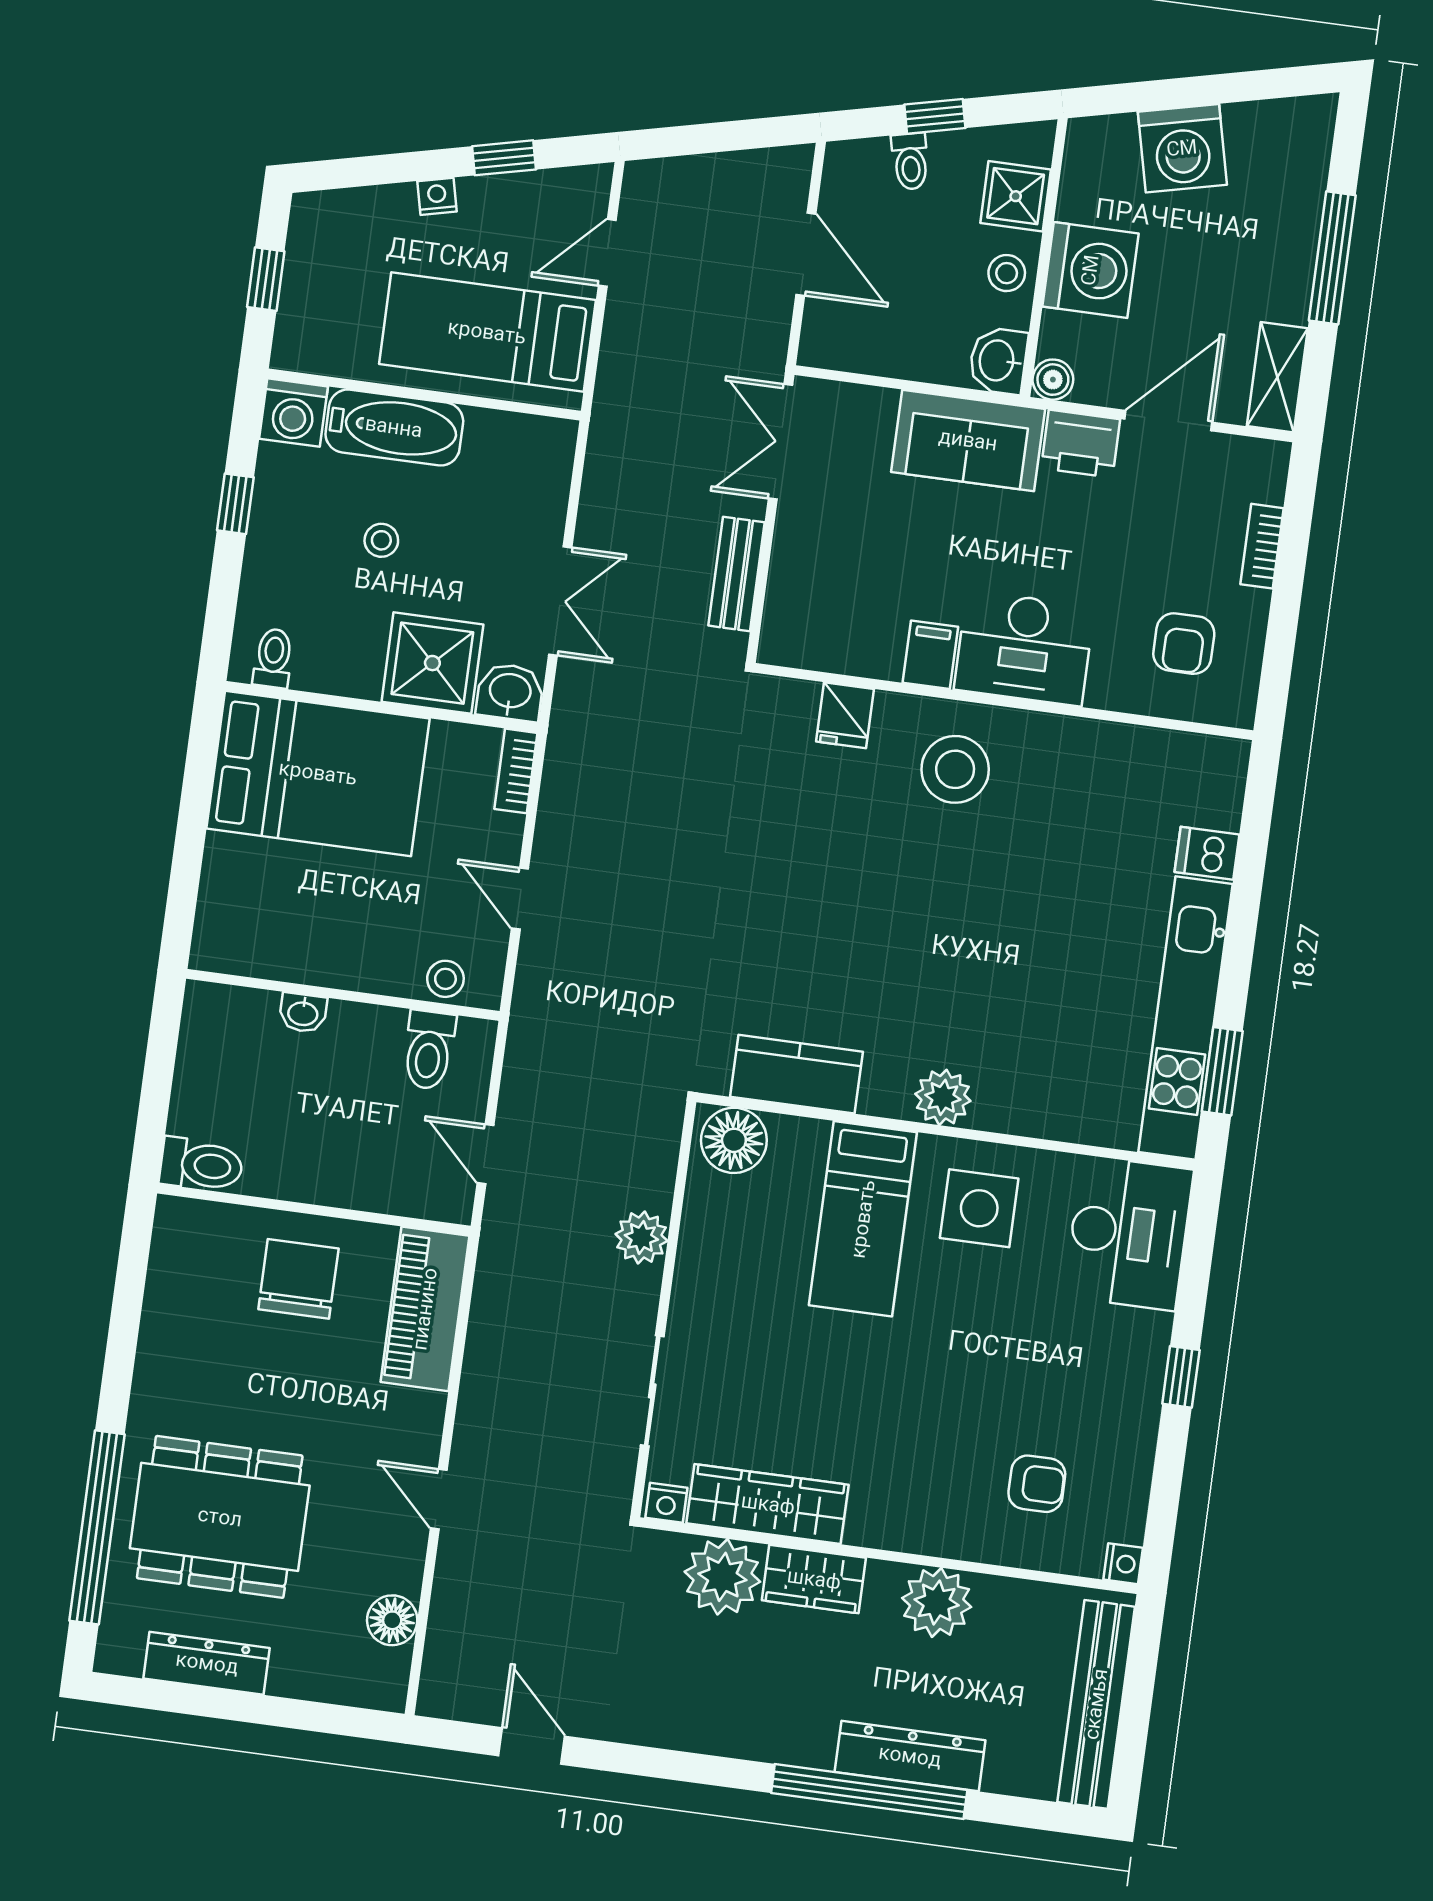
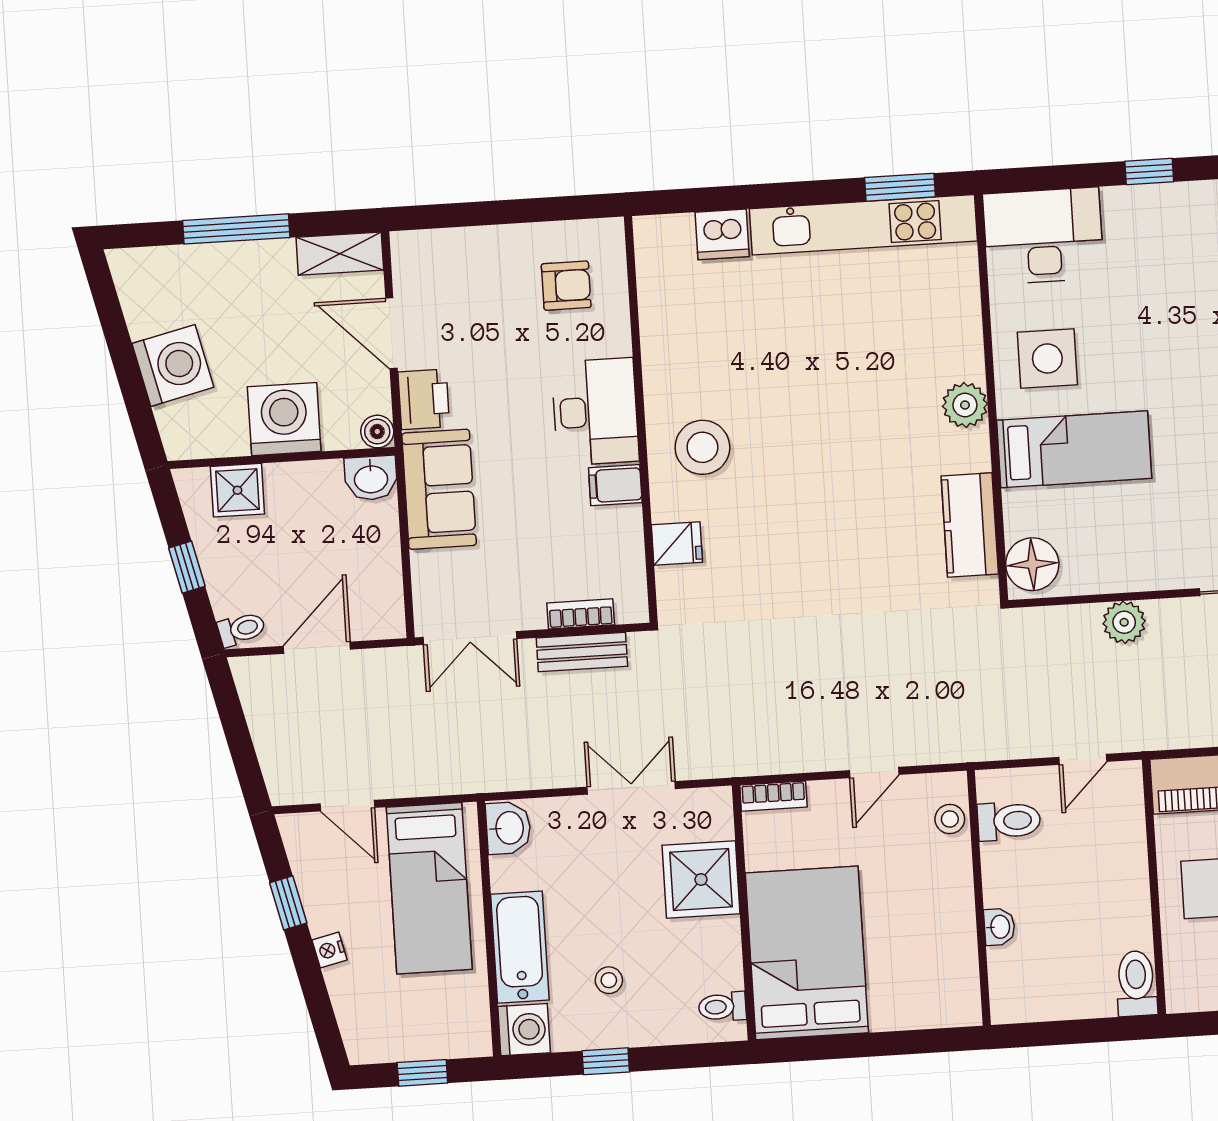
toilet: (910, 161) -> (242, 629), moved
stool: (1007, 273) -> (300, 485), removed
stool: (381, 540) -> (609, 980), moved
bookcase: (1262, 546) -> (581, 614), moved, turned 180
washbasin: (510, 692) -> (508, 828), moved, turned 180
dishwasher: (1207, 853) -> (722, 234), width x1.38

